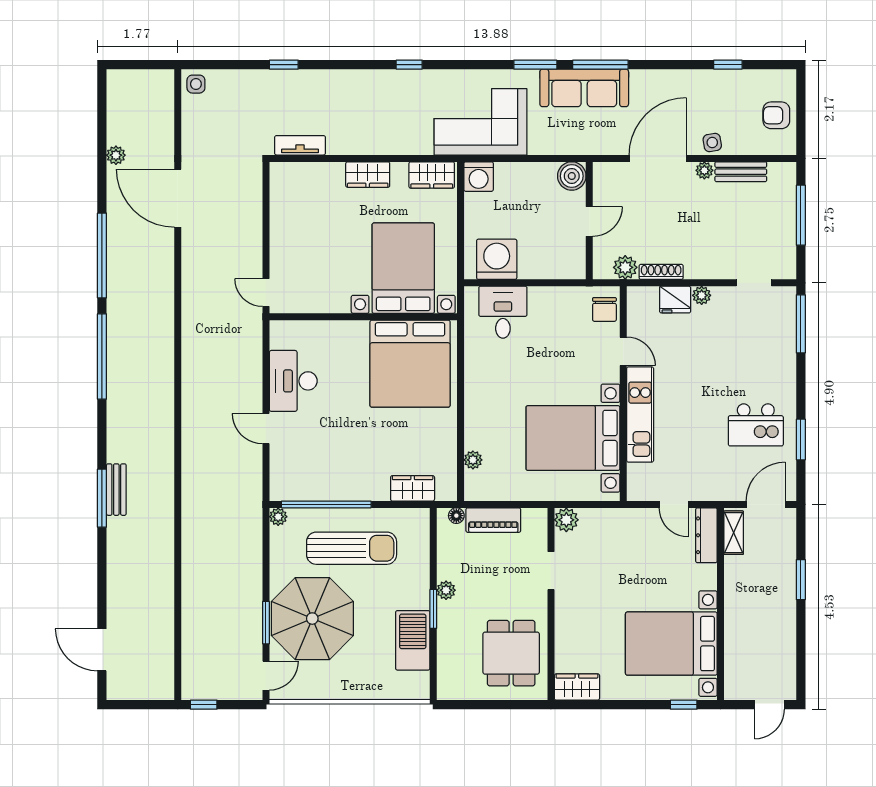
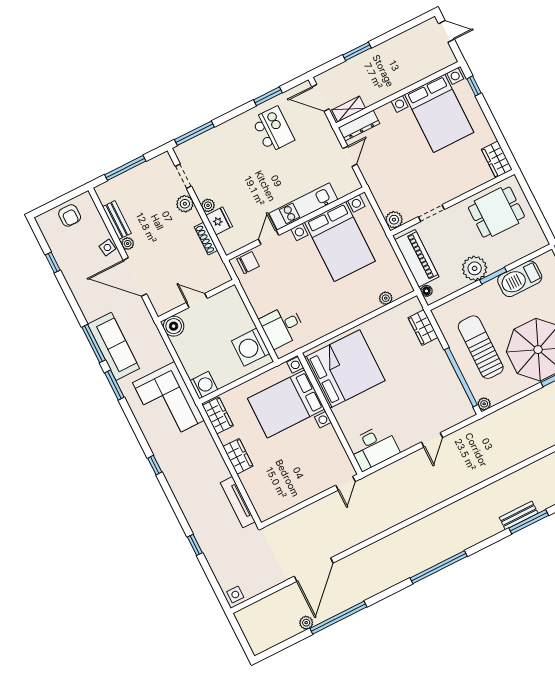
tv unit: (300, 145) -> (238, 502), width x1.41
window: (102, 256) -> (338, 618), moved
plant: (625, 267) -> (185, 204), moved
desk: (293, 381) -> (374, 447), moved
piano: (493, 520) -> (417, 258), width x1.37, depth x1.33
plant: (446, 590) -> (475, 268), width x1.88, depth x1.88

